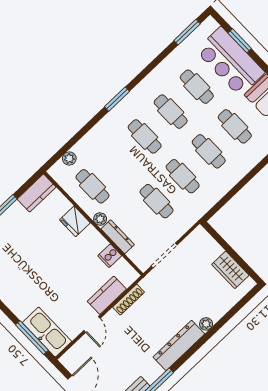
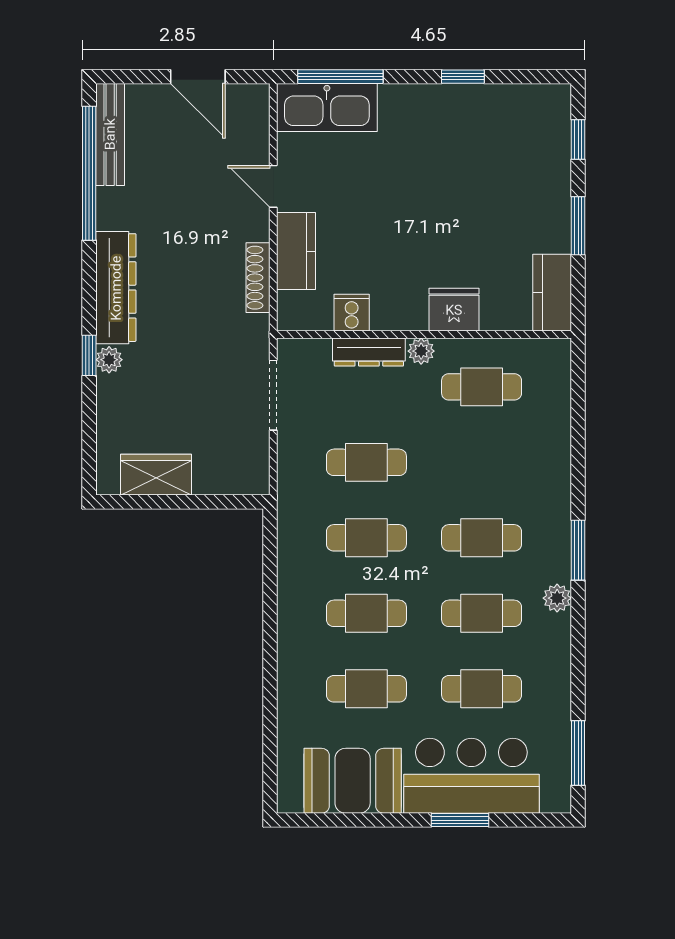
window: (240, 41) -> (460, 820), moved
plant: (69, 159) -> (557, 598), moved
window: (211, 332) -> (89, 355), added

